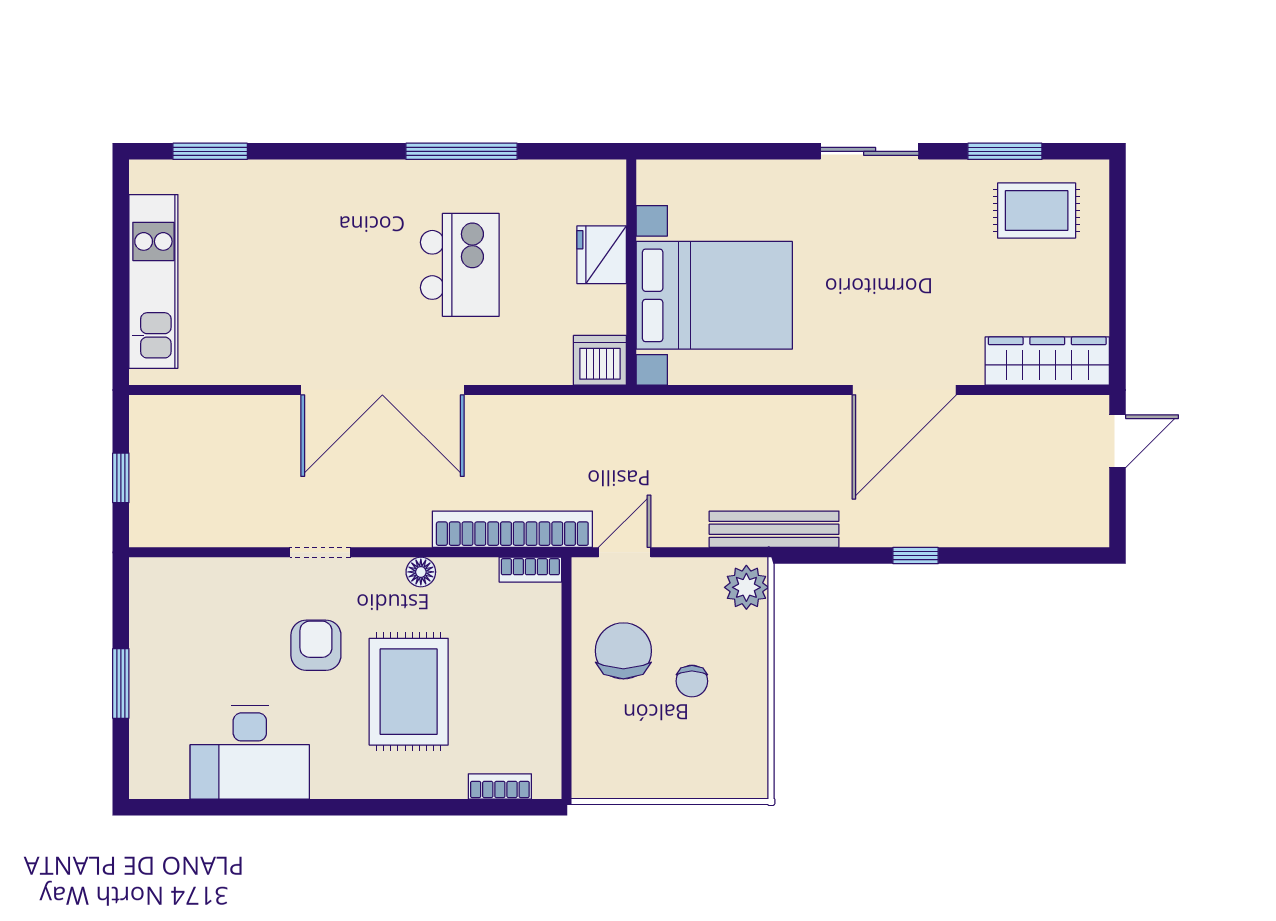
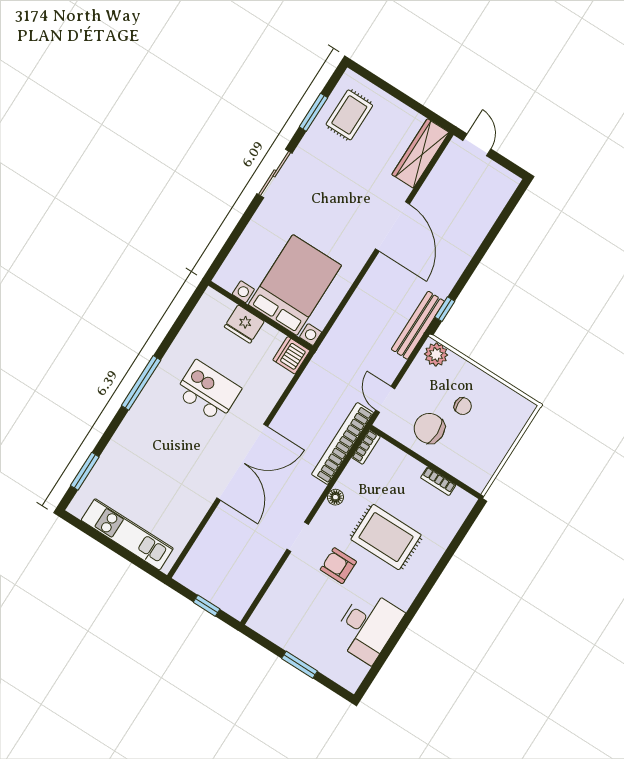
window: (462, 151) -> (141, 383), moved
window: (916, 556) -> (445, 309), moved
bookcase: (500, 786) -> (438, 481), moved, turned -90

